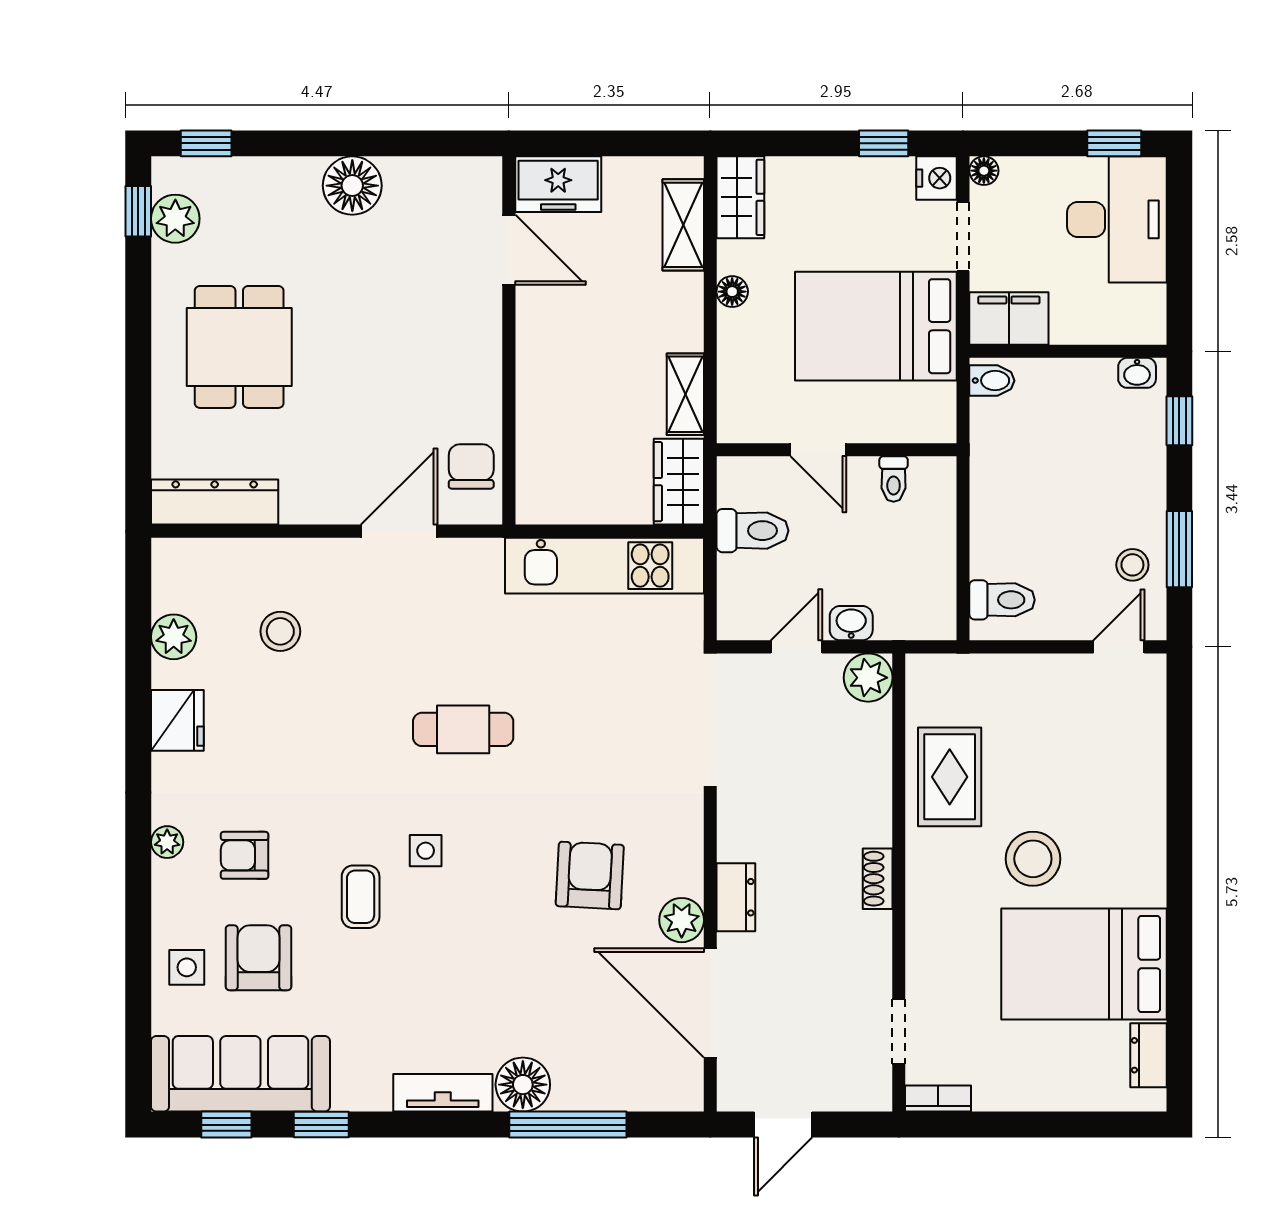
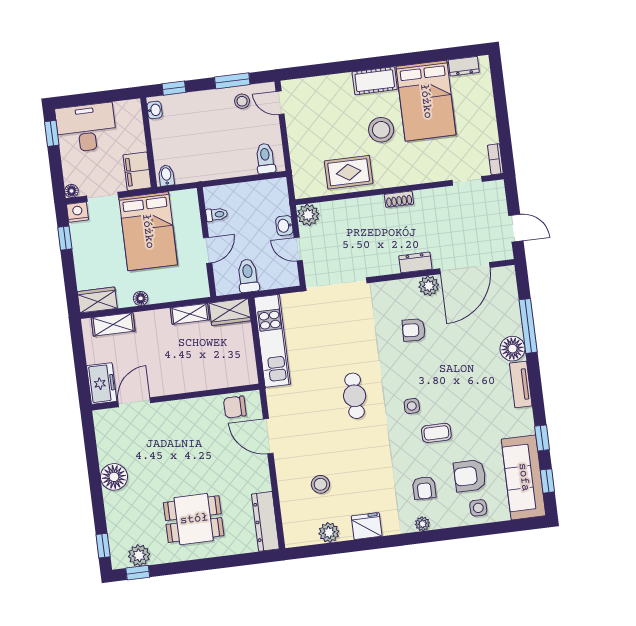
cot: (1141, 858) -> (375, 81), added
armchair: (590, 875) -> (414, 330), width x0.72, depth x0.72

